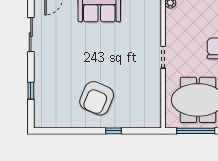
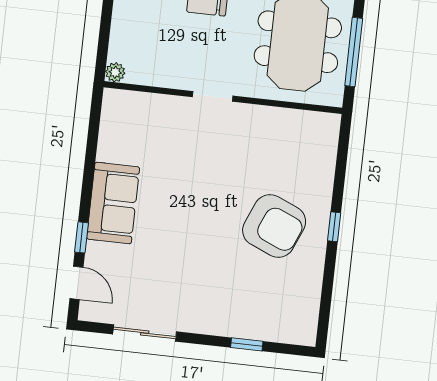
window: (113, 131) -> (334, 227), moved

